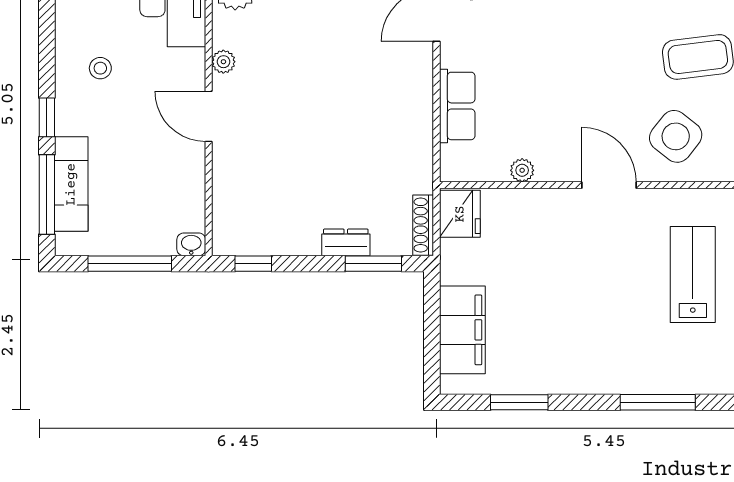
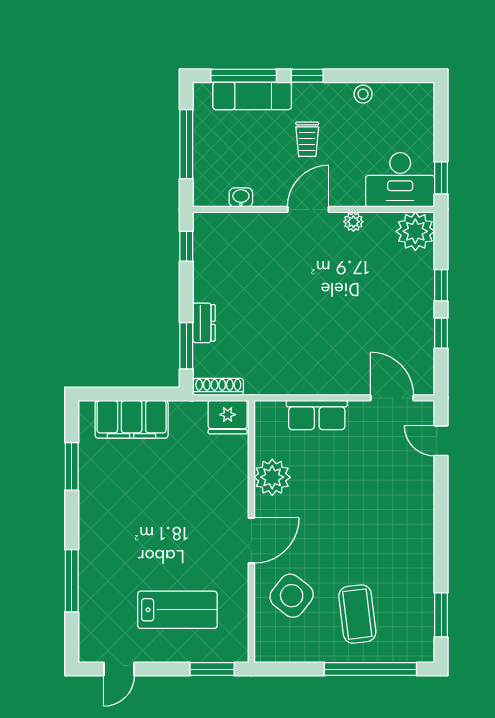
stool: (100, 68) -> (363, 94), moved
trolley: (124, 118) -> (307, 139), added
plant: (522, 170) -> (272, 477), width x1.88, depth x1.88
washbasin: (191, 244) -> (241, 197), moved, turned -90

